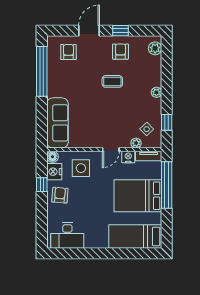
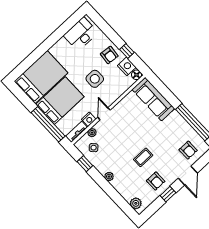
side table: (81, 168) -> (95, 79), moved
bed: (135, 236) -> (41, 77), width x1.50

